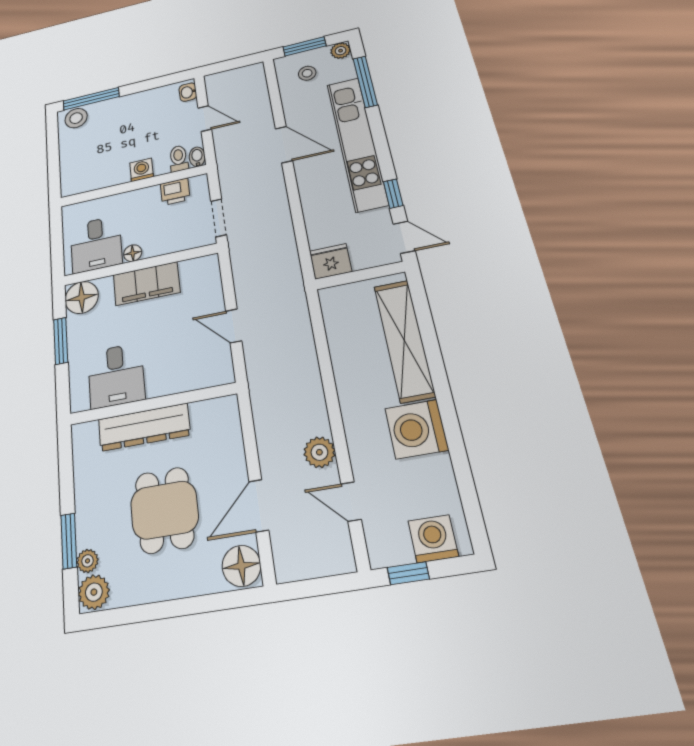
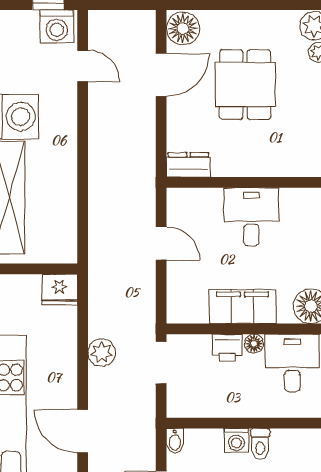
toilet: (179, 158) -> (260, 444), moved
printer: (175, 192) -> (227, 348), moved, turned 180
desk: (116, 376) -> (251, 217), moved
dresser: (144, 427) -> (188, 165), moved, width x0.51, depth x0.80
plant: (319, 452) -> (102, 353), moved
washing machine: (433, 539) -> (57, 26), moved

